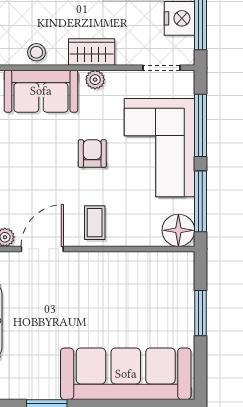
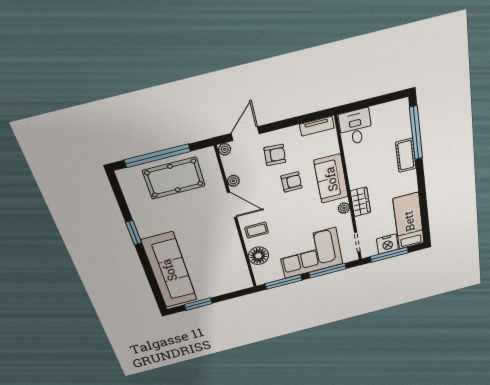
stool: (36, 52) -> (355, 170), removed
armchair: (92, 153) -> (291, 182), moved
floor lamp: (178, 230) -> (258, 256), moved
window: (200, 313) -> (198, 304), moved

